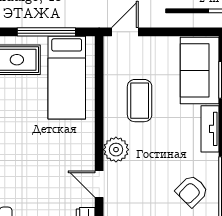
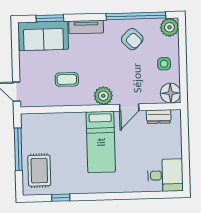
bed: (67, 78) -> (101, 142), moved, turned 90
coffee table: (140, 101) -> (67, 79), width x0.73, depth x0.77

